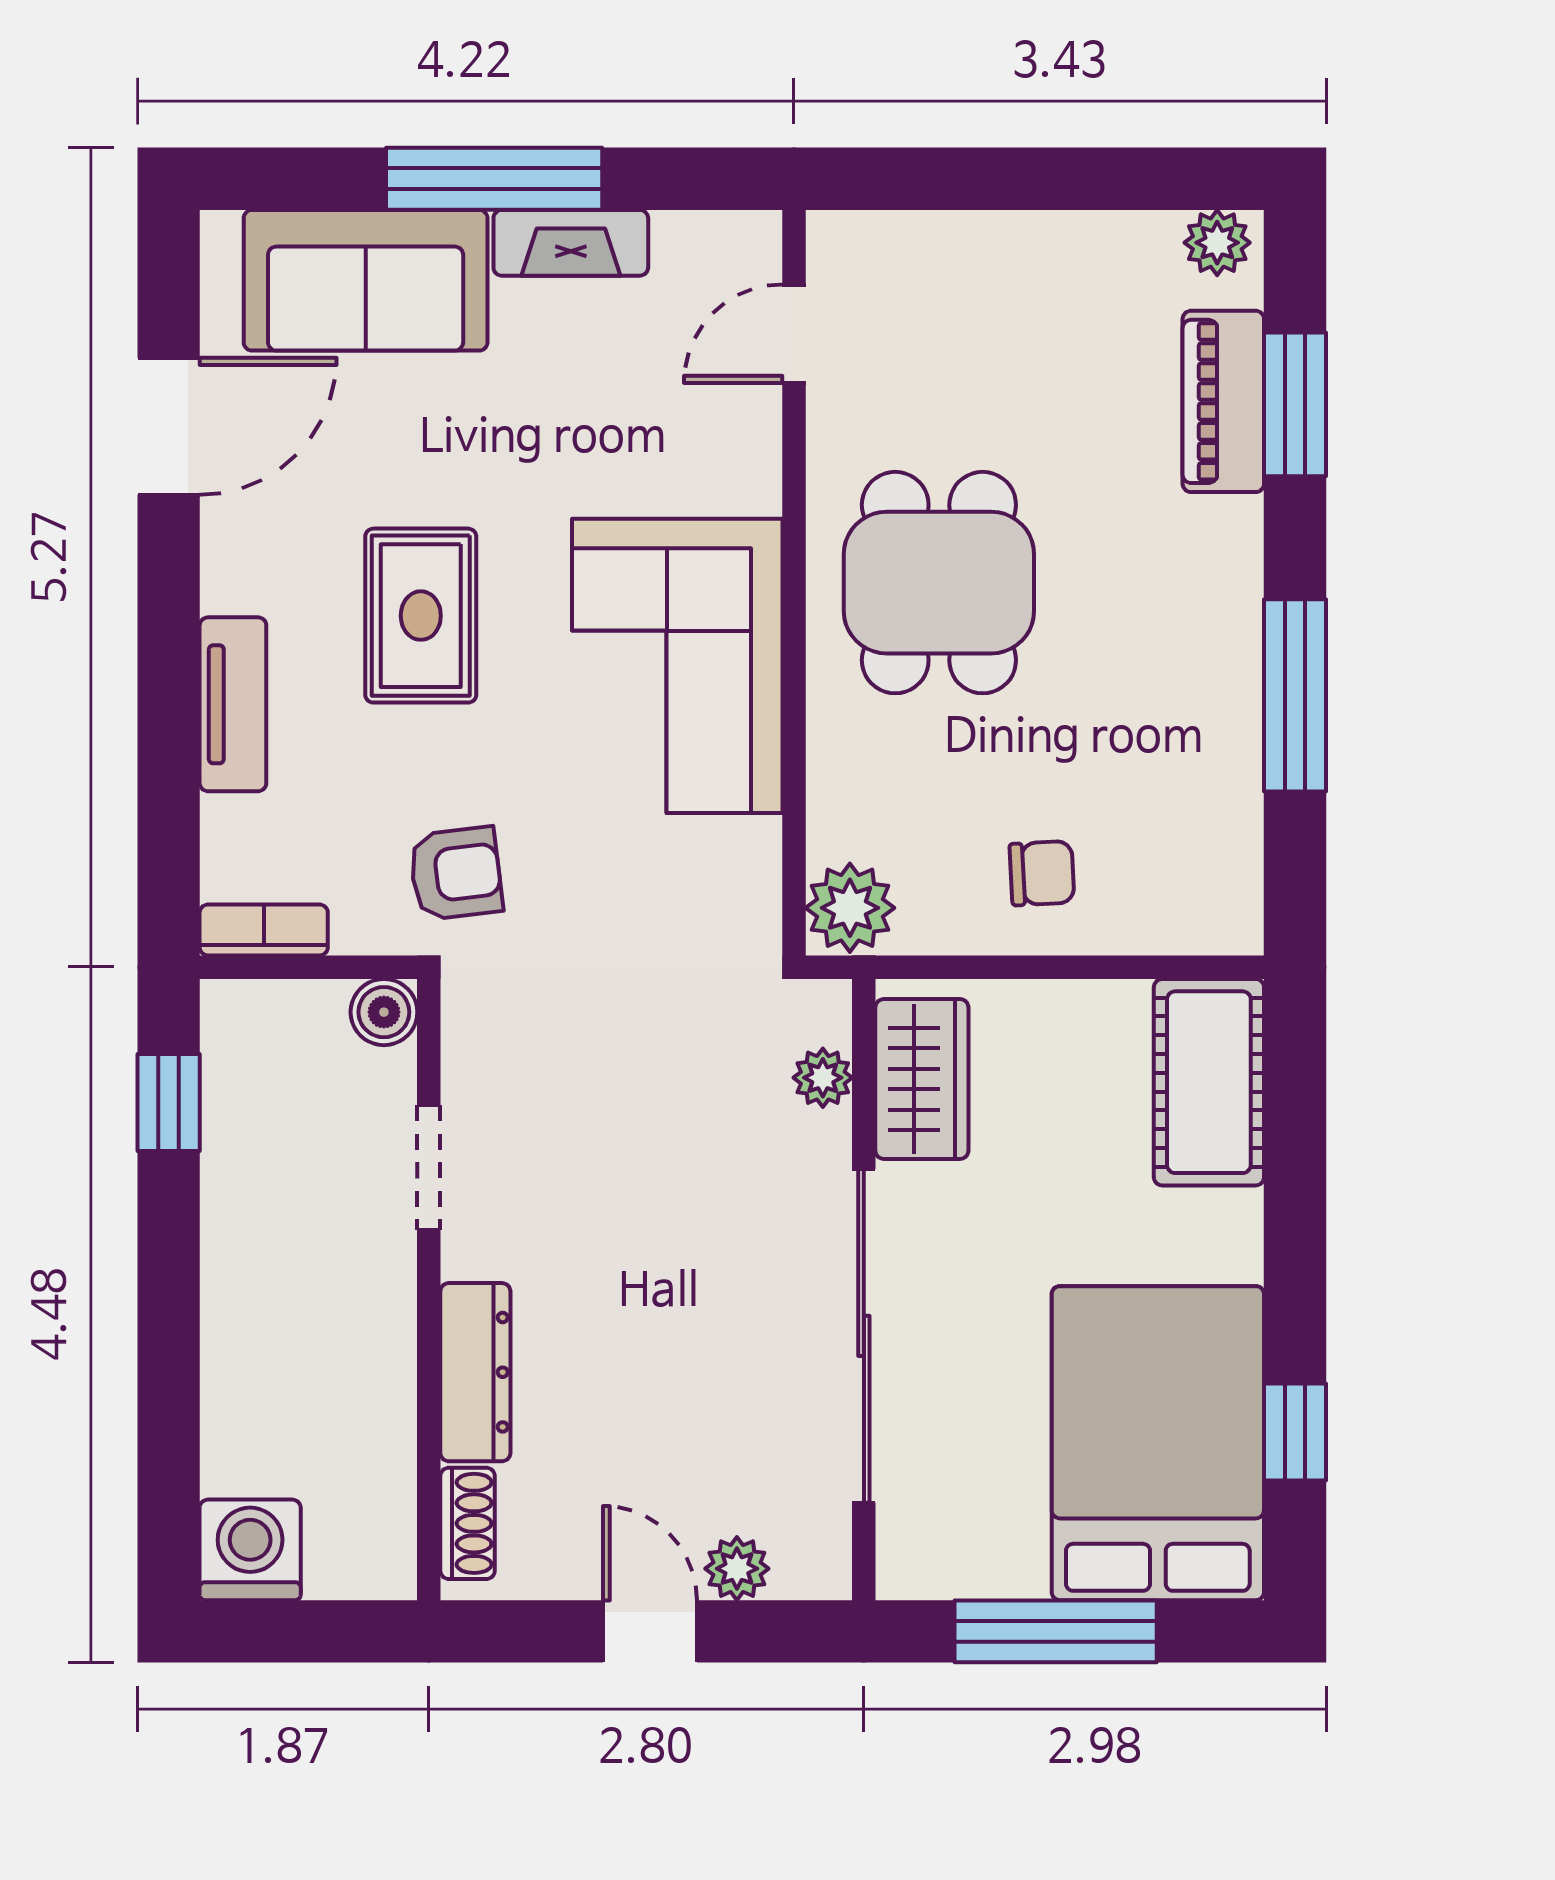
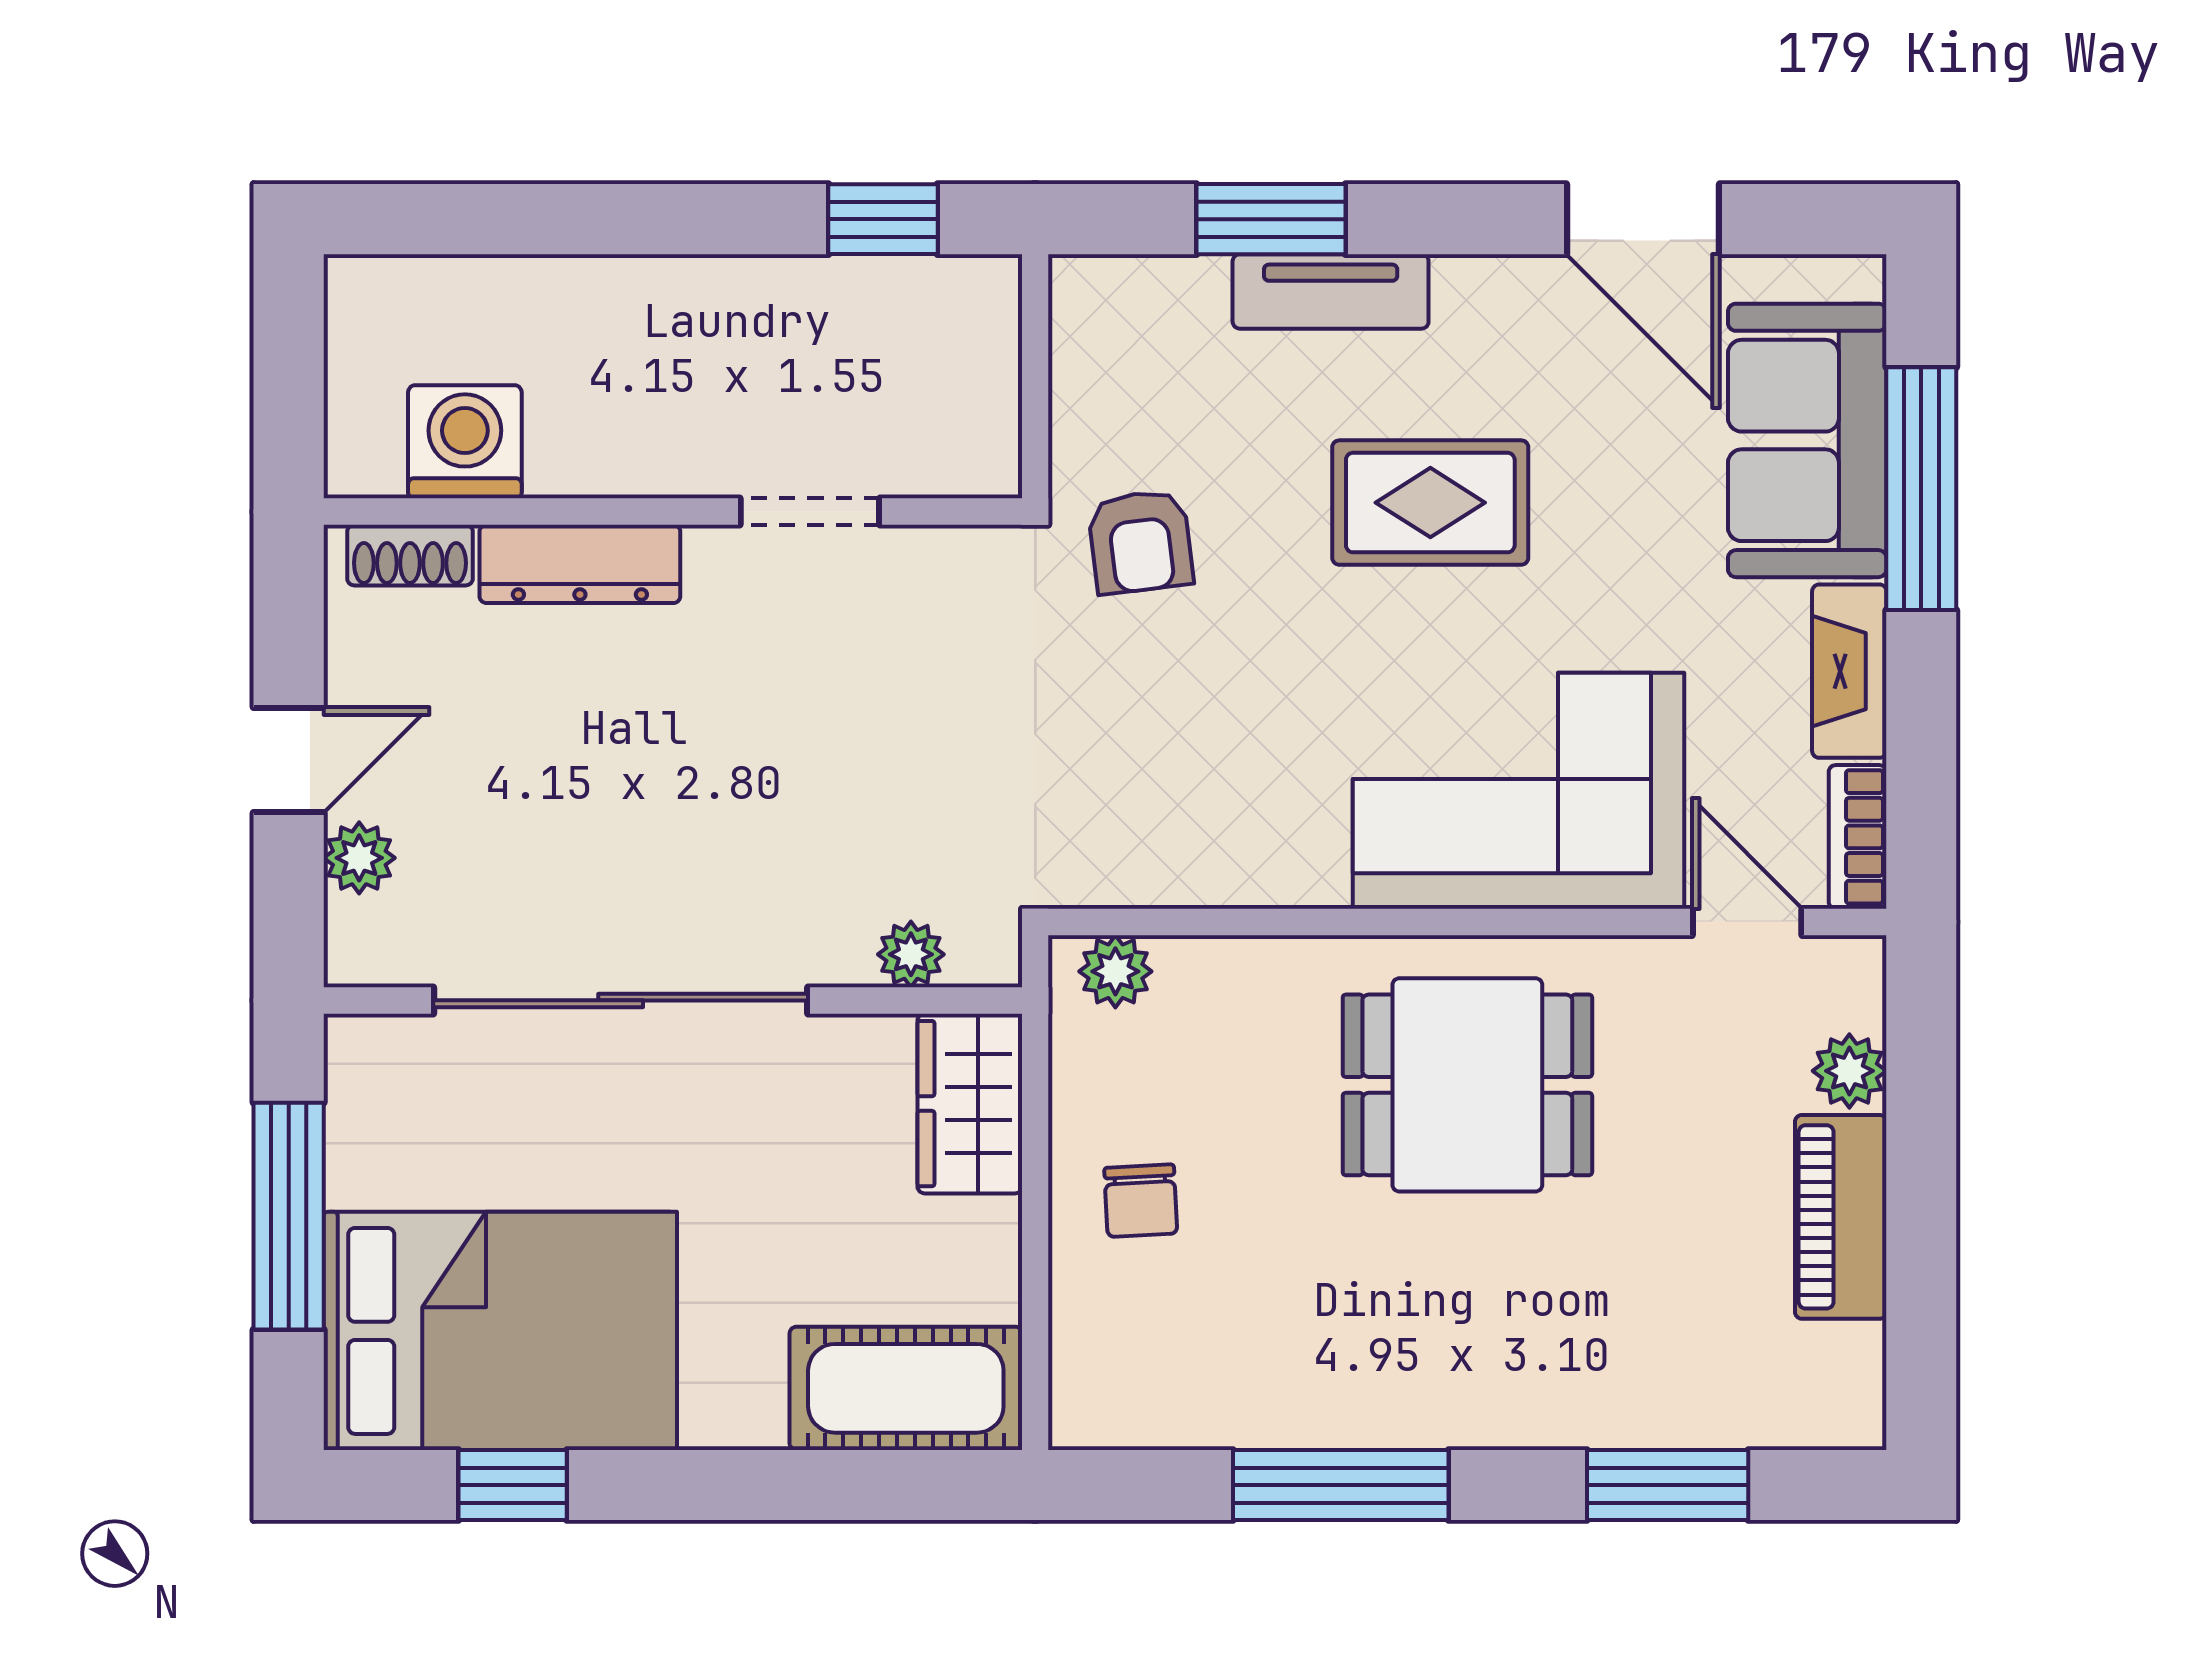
window: (494, 179) -> (1921, 489), moved
plant: (1217, 243) -> (1849, 1071), moved
piano: (1223, 401) -> (1841, 1217), moved, turned -90
corner sofa: (677, 666) -> (1518, 791), moved
window: (169, 757) -> (1271, 219), added
plant: (850, 908) -> (1115, 971), width x0.73, depth x0.73
bookcase: (264, 930) -> (1858, 837), moved, turned 180
boiler: (384, 1012) -> (985, 461), removed
wardrobe: (922, 1079) -> (970, 1104), moved, turned 90
washing machine: (250, 1550) -> (465, 442), moved, turned -90

